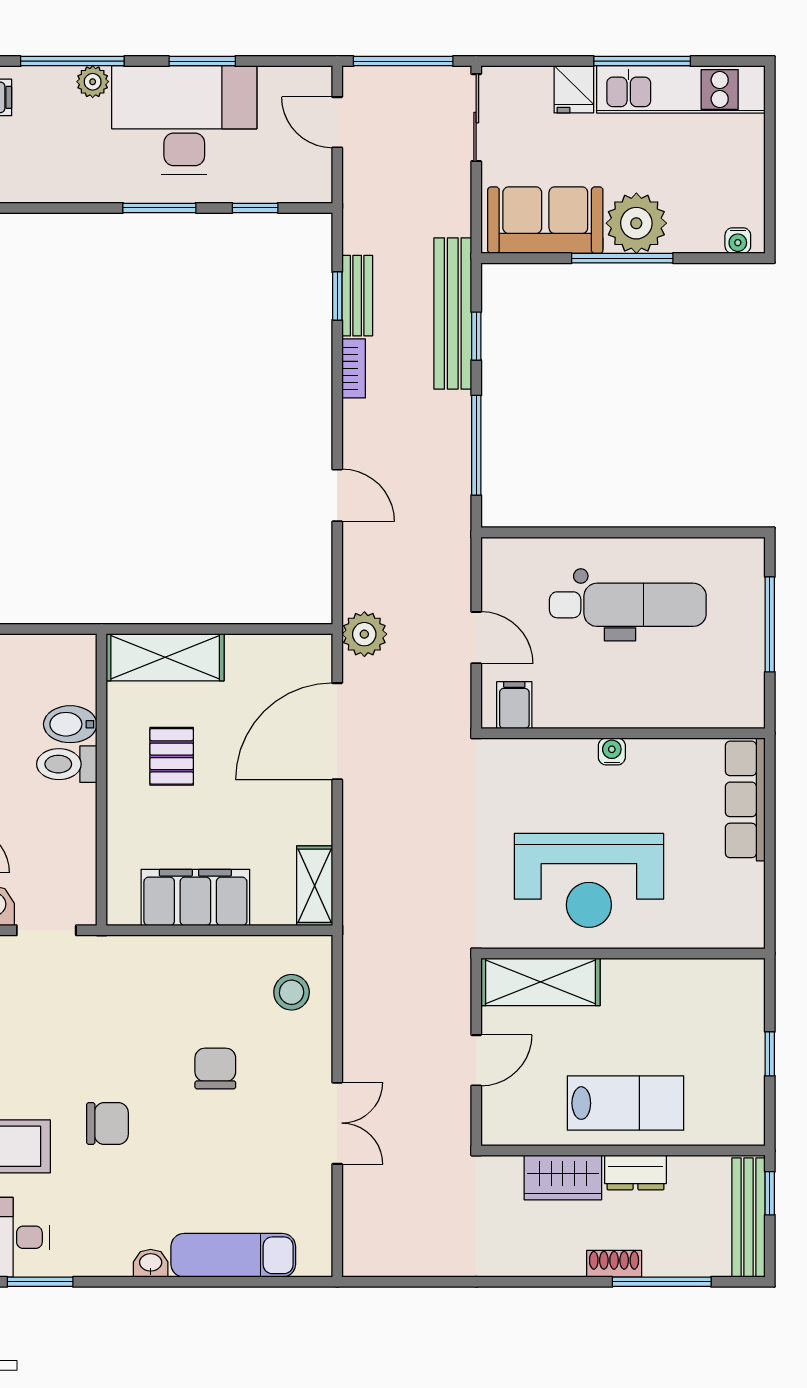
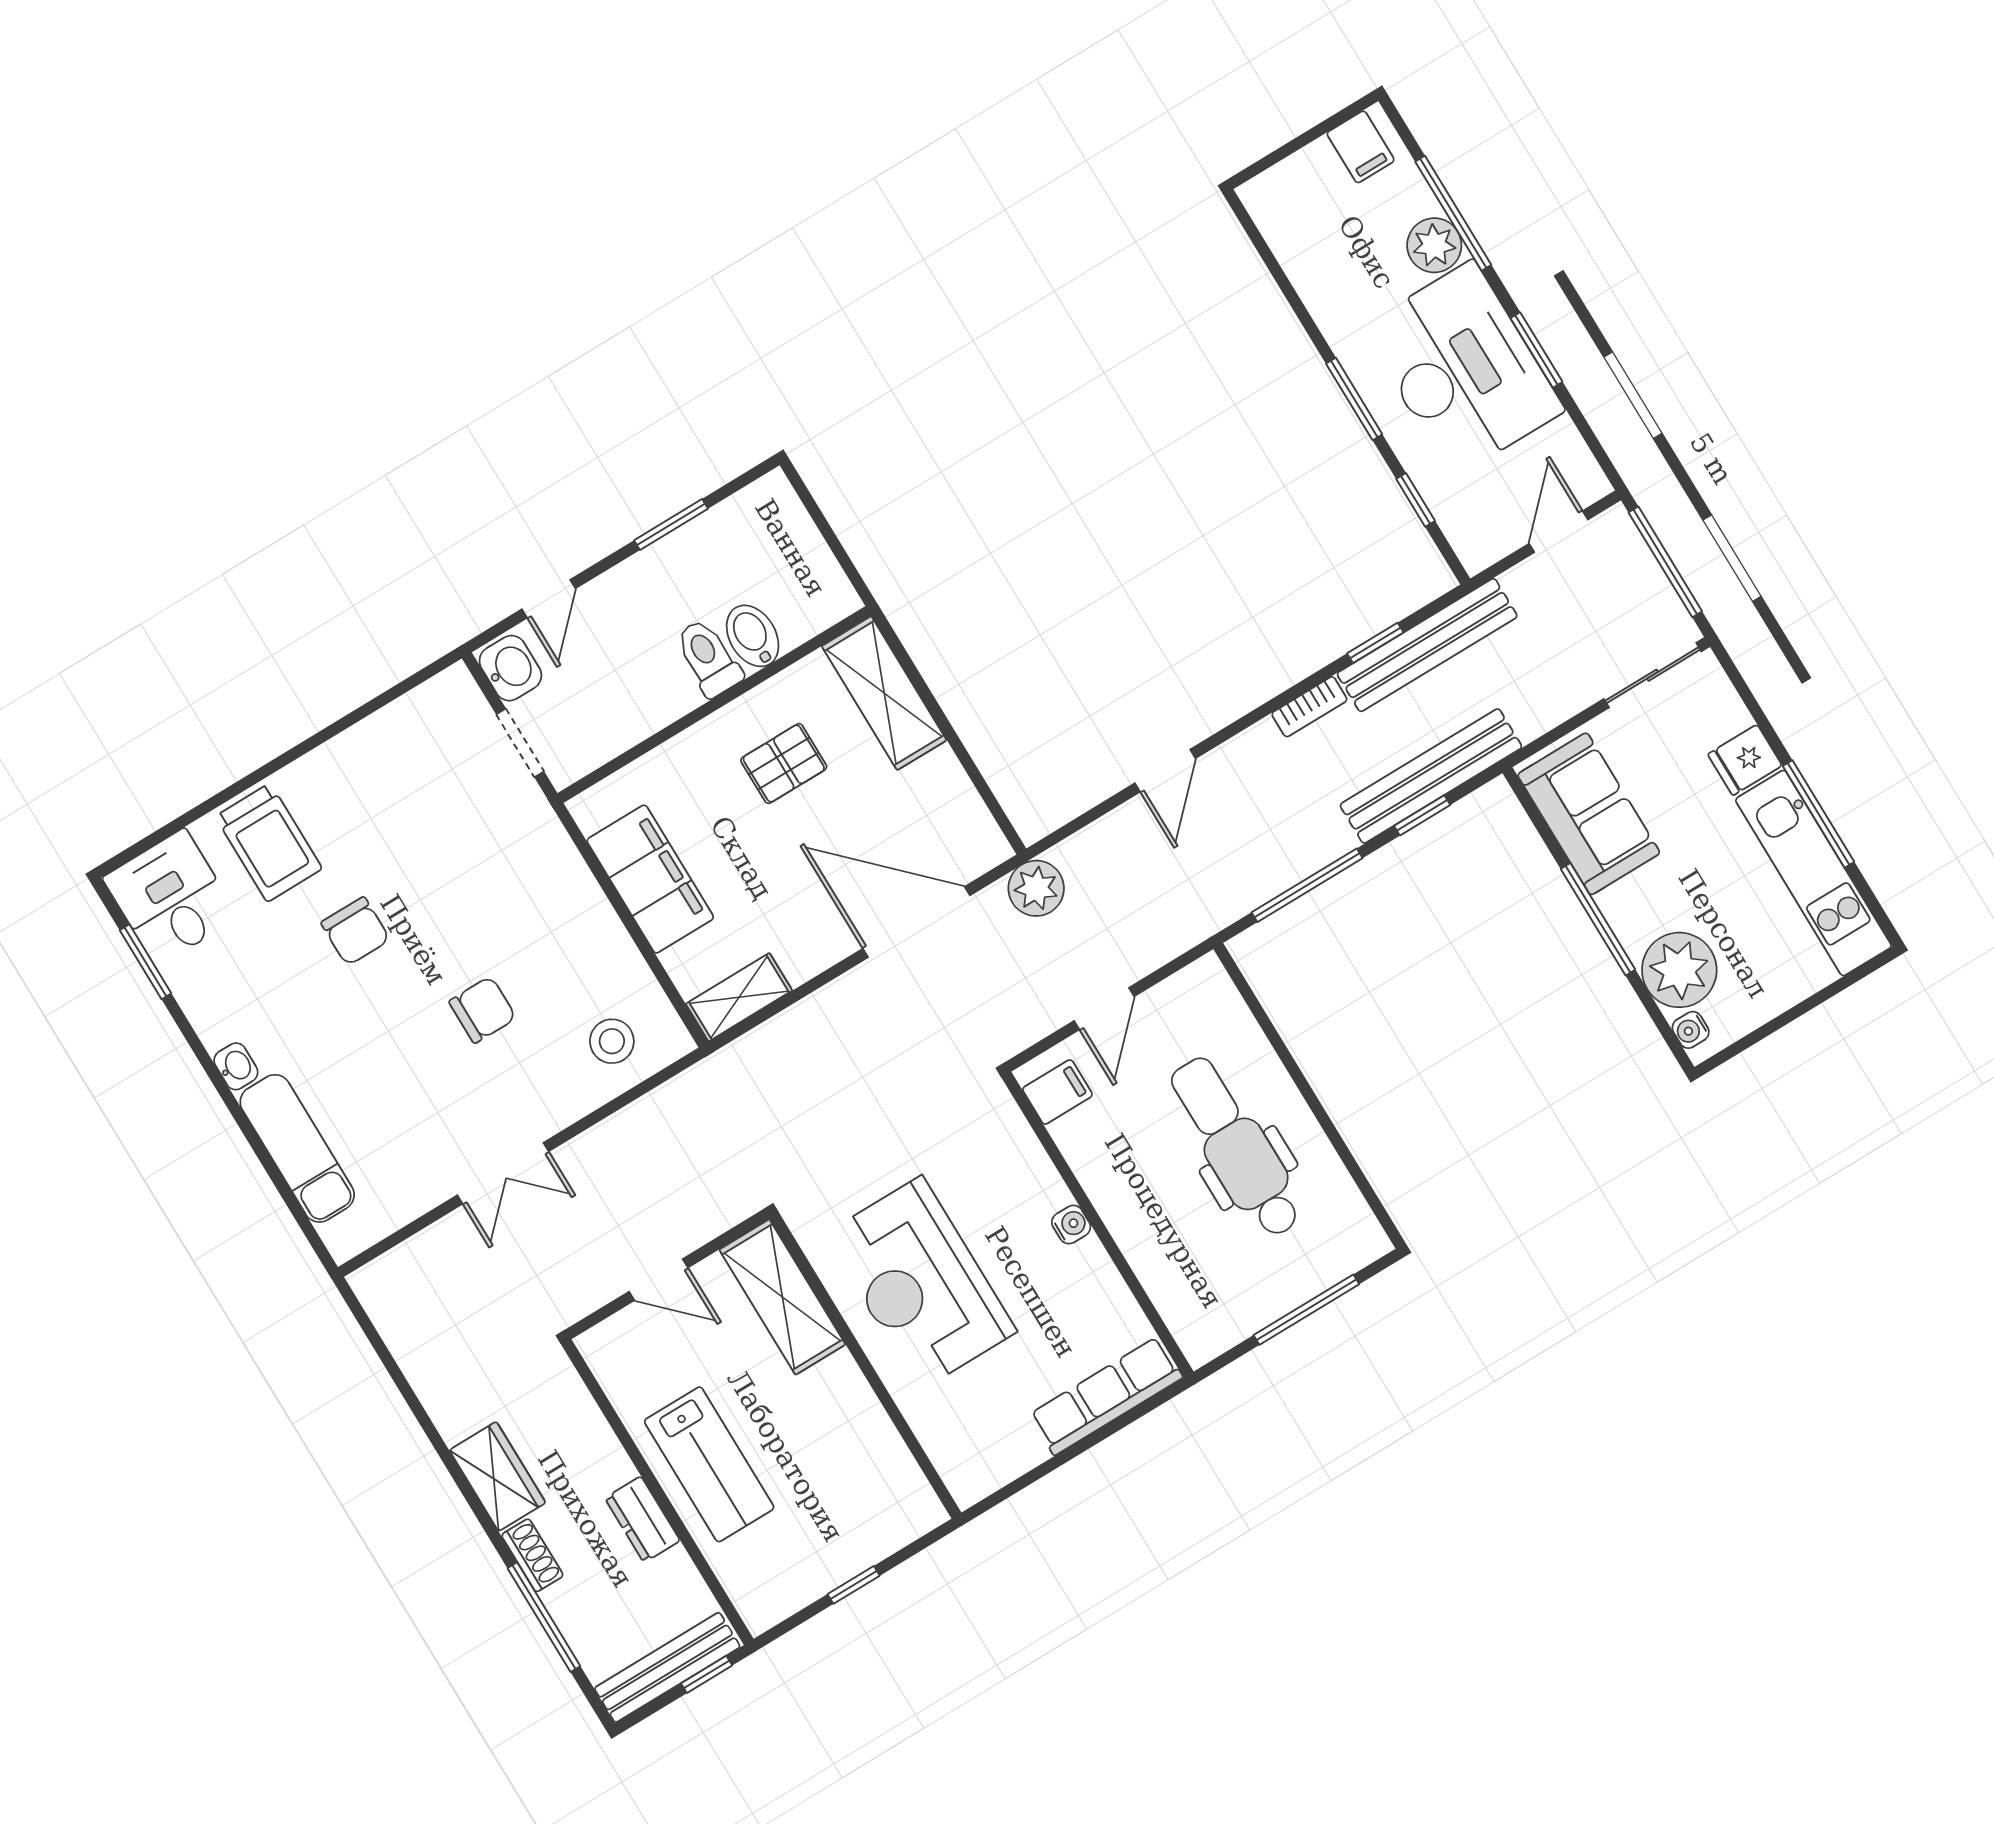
plant: (93, 82) -> (1434, 245), width x1.38, depth x1.38
plant: (636, 223) -> (1679, 970), moved
bench: (357, 296) -> (1427, 645), width x1.86, depth x1.21
dental chair: (628, 605) -> (1236, 1147), turned 180
wardrobe: (563, 1177) -> (498, 1476), moved, turned 180

